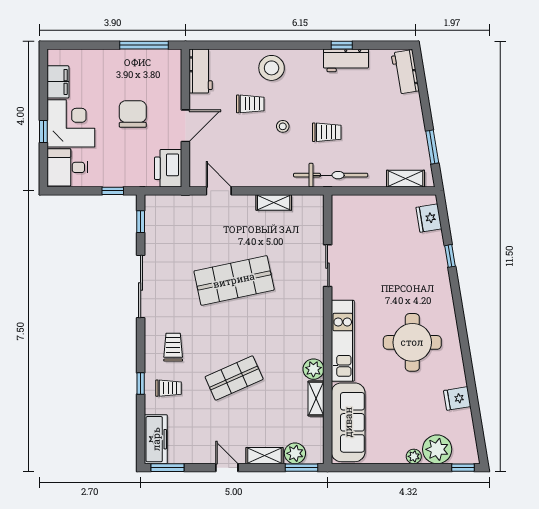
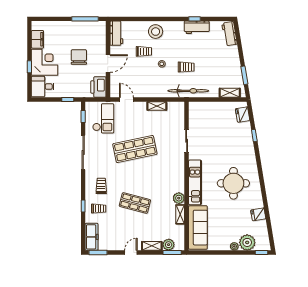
checkout: (177, 225) -> (103, 118), added
shop shelf: (234, 378) -> (135, 203), turned 39
door: (227, 468) -> (131, 253), hinge flipped

